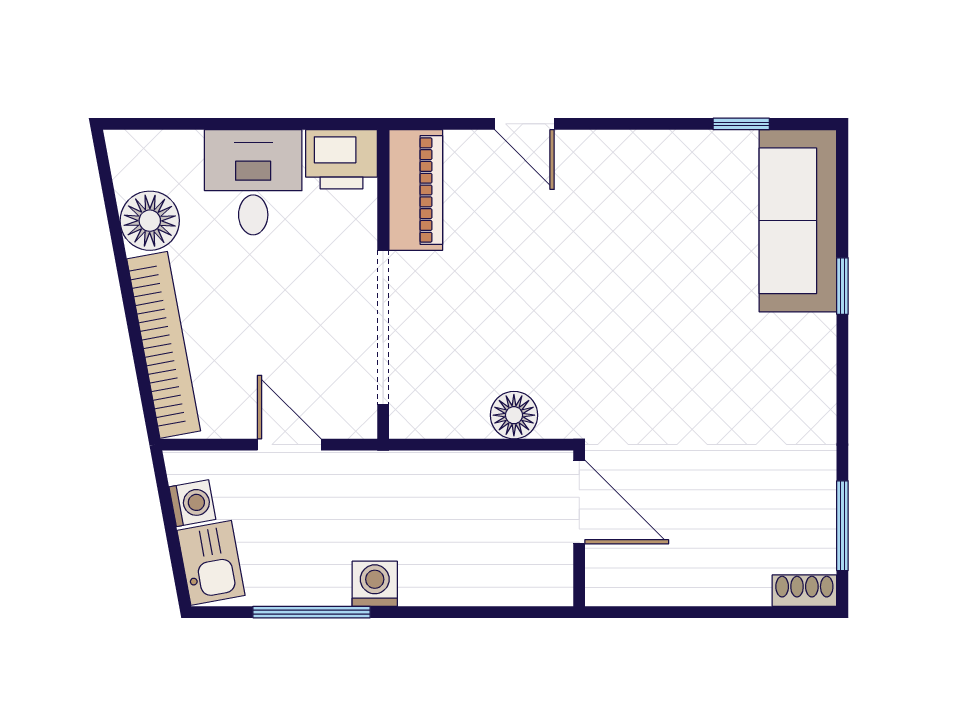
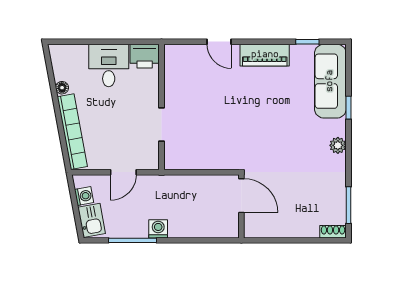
piano: (416, 190) -> (265, 55), moved, turned 90
floor lamp: (150, 221) -> (62, 88), width x0.53, depth x0.53
doorway: (383, 327) -> (162, 124), width x0.53
plant: (816, 379) -> (338, 145), added
floor lamp: (514, 415) -> (215, 160), removed
door: (289, 445) -> (123, 172), swing flipped

